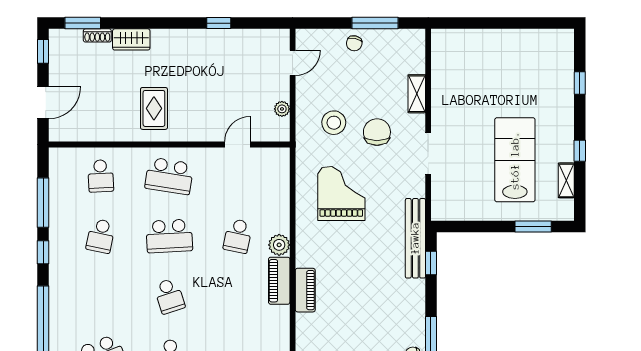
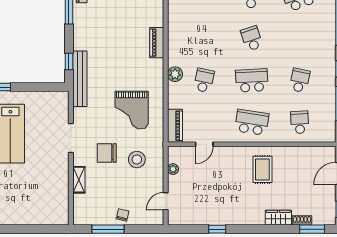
chair: (377, 132) -> (107, 153), turned 90
piano: (279, 281) -> (175, 126), moved

